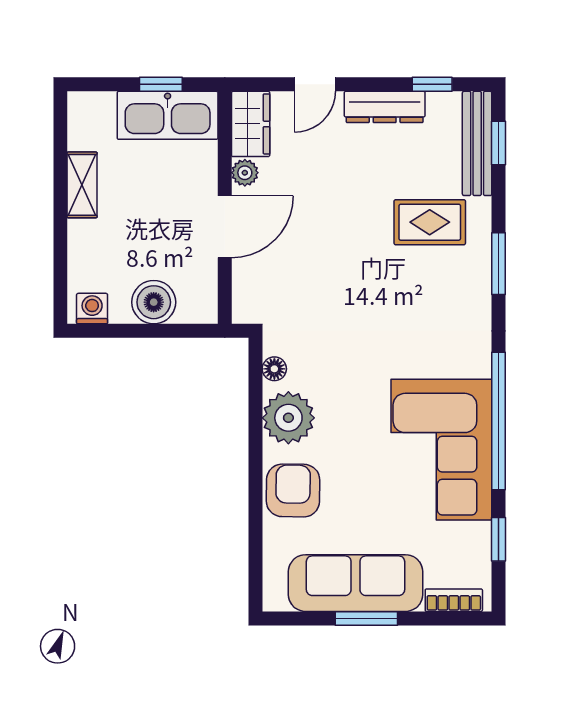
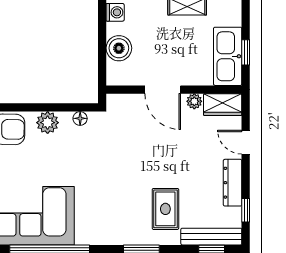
plant: (288, 418) -> (48, 123), width x0.73, depth x0.73

